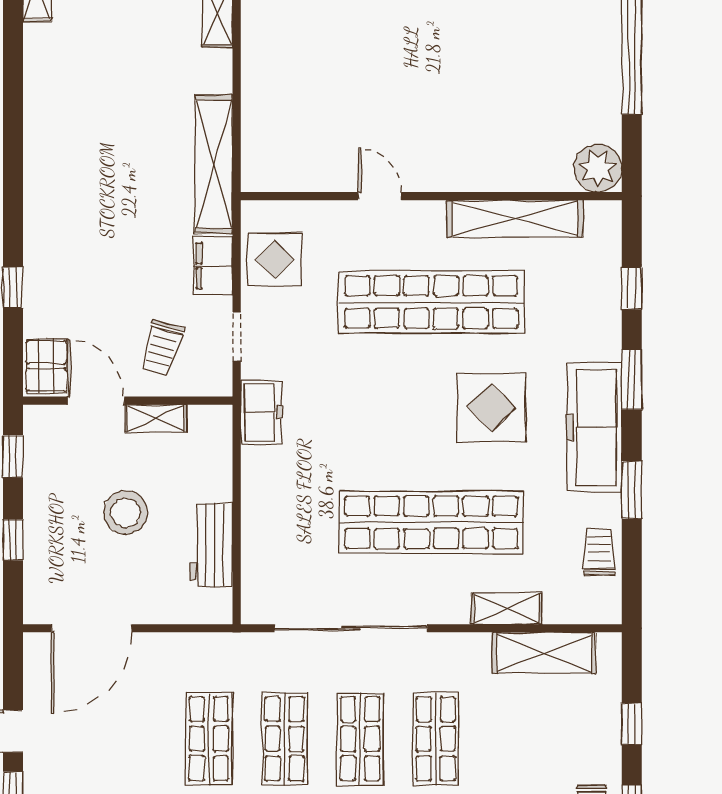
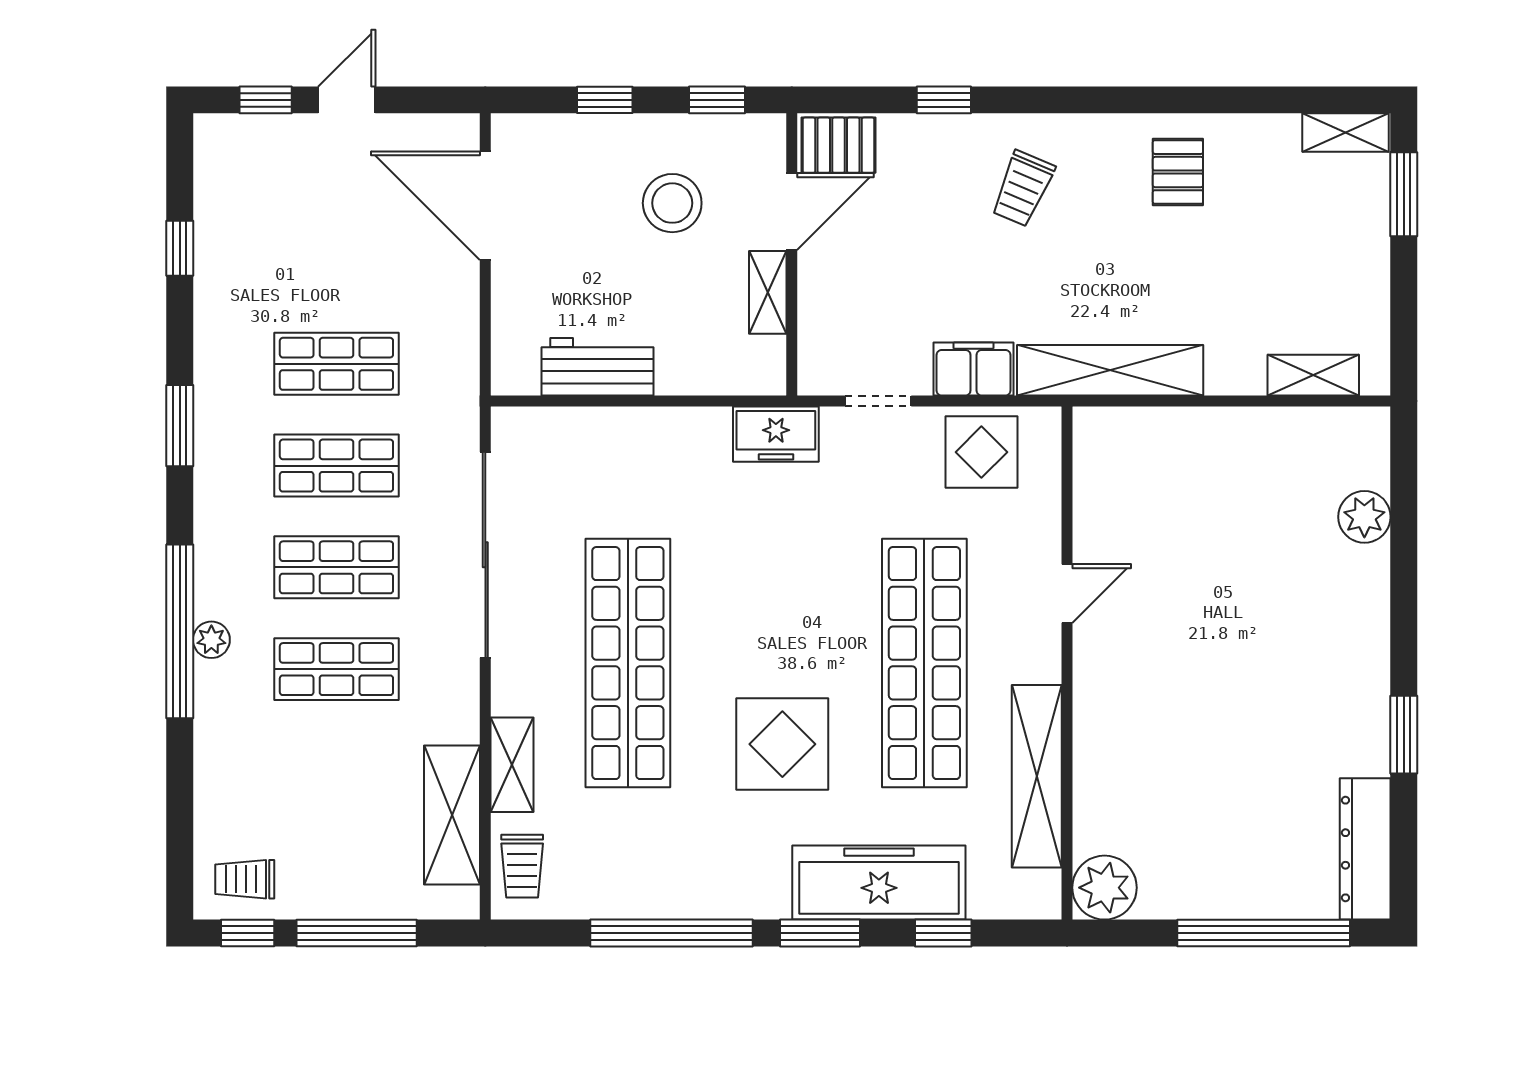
pallet: (67, 114) -> (1178, 172), added
trolley: (162, 348) -> (1023, 189), moved, turned -83
freezer: (594, 427) -> (879, 883), moved
window: (632, 490) -> (672, 933), width x2.11
stool: (126, 513) -> (672, 203), moved
trolley: (599, 552) -> (522, 866), moved, turned 90
window: (632, 724) -> (357, 933), width x2.17

